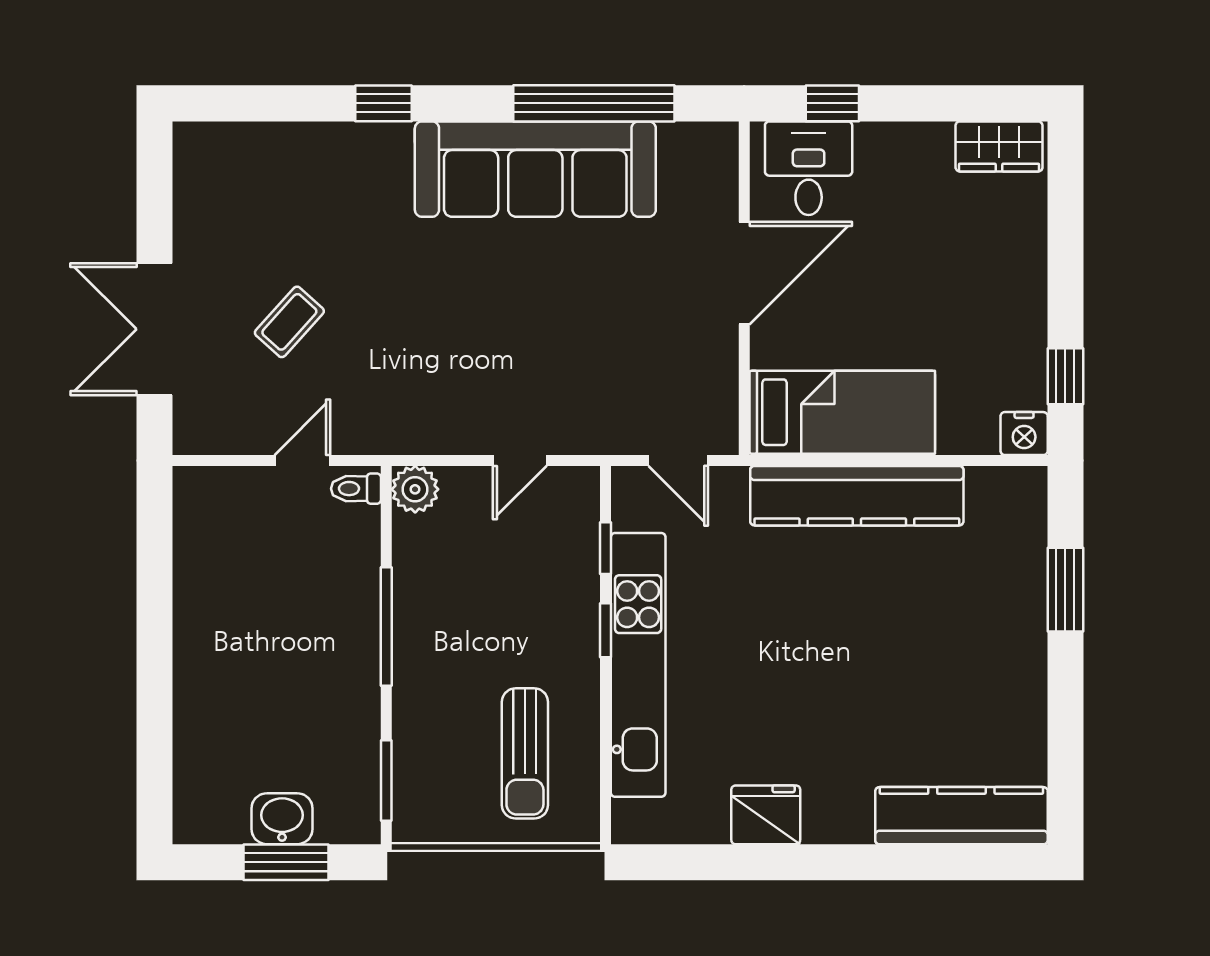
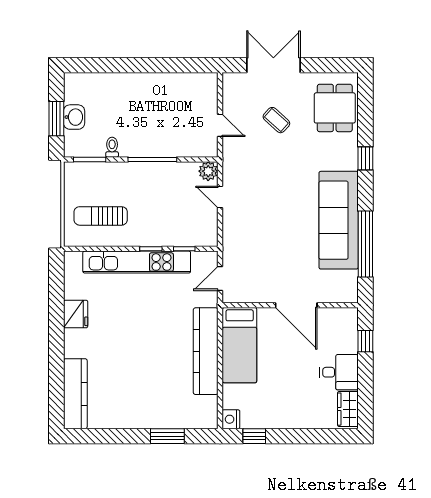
desk: (809, 168) -> (339, 372), moved
dining table: (260, 179) -> (335, 108), added
door: (520, 460) -> (220, 197), moved
toilet: (356, 489) -> (112, 147), moved

